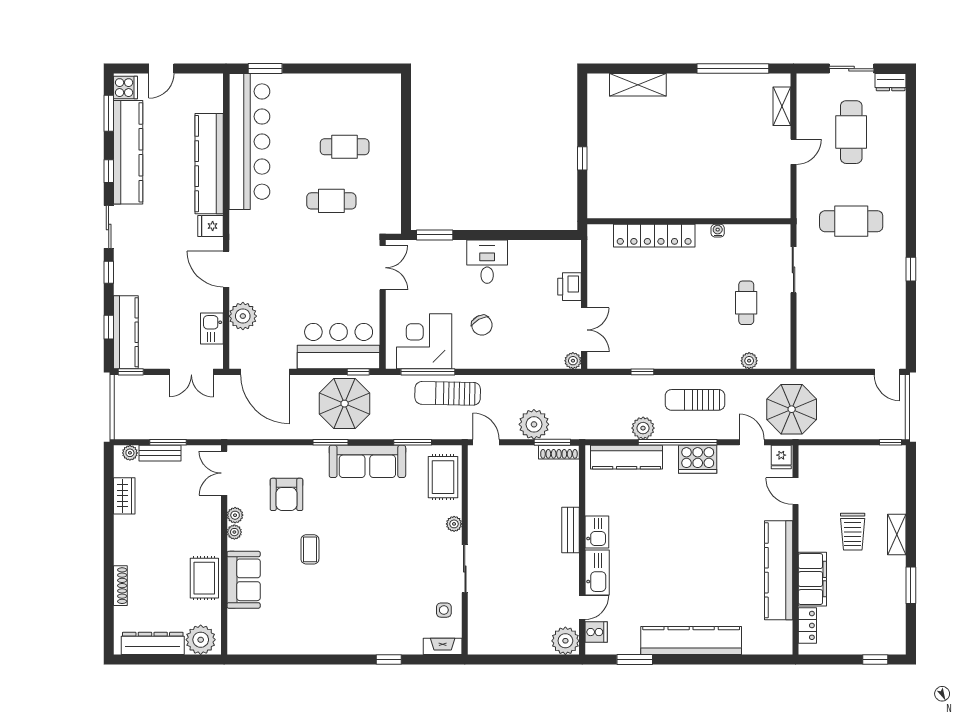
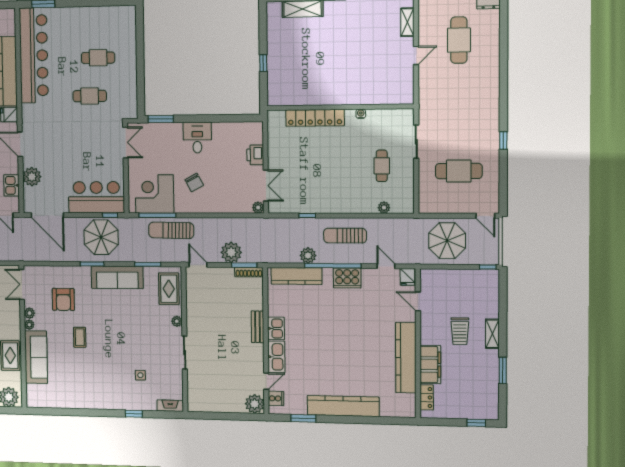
cafe table: (851, 221) -> (459, 171), moved
parasol: (792, 409) -> (447, 241), moved
sofa: (244, 580) -> (36, 357), width x1.36
side table: (444, 610) -> (140, 375), moved

